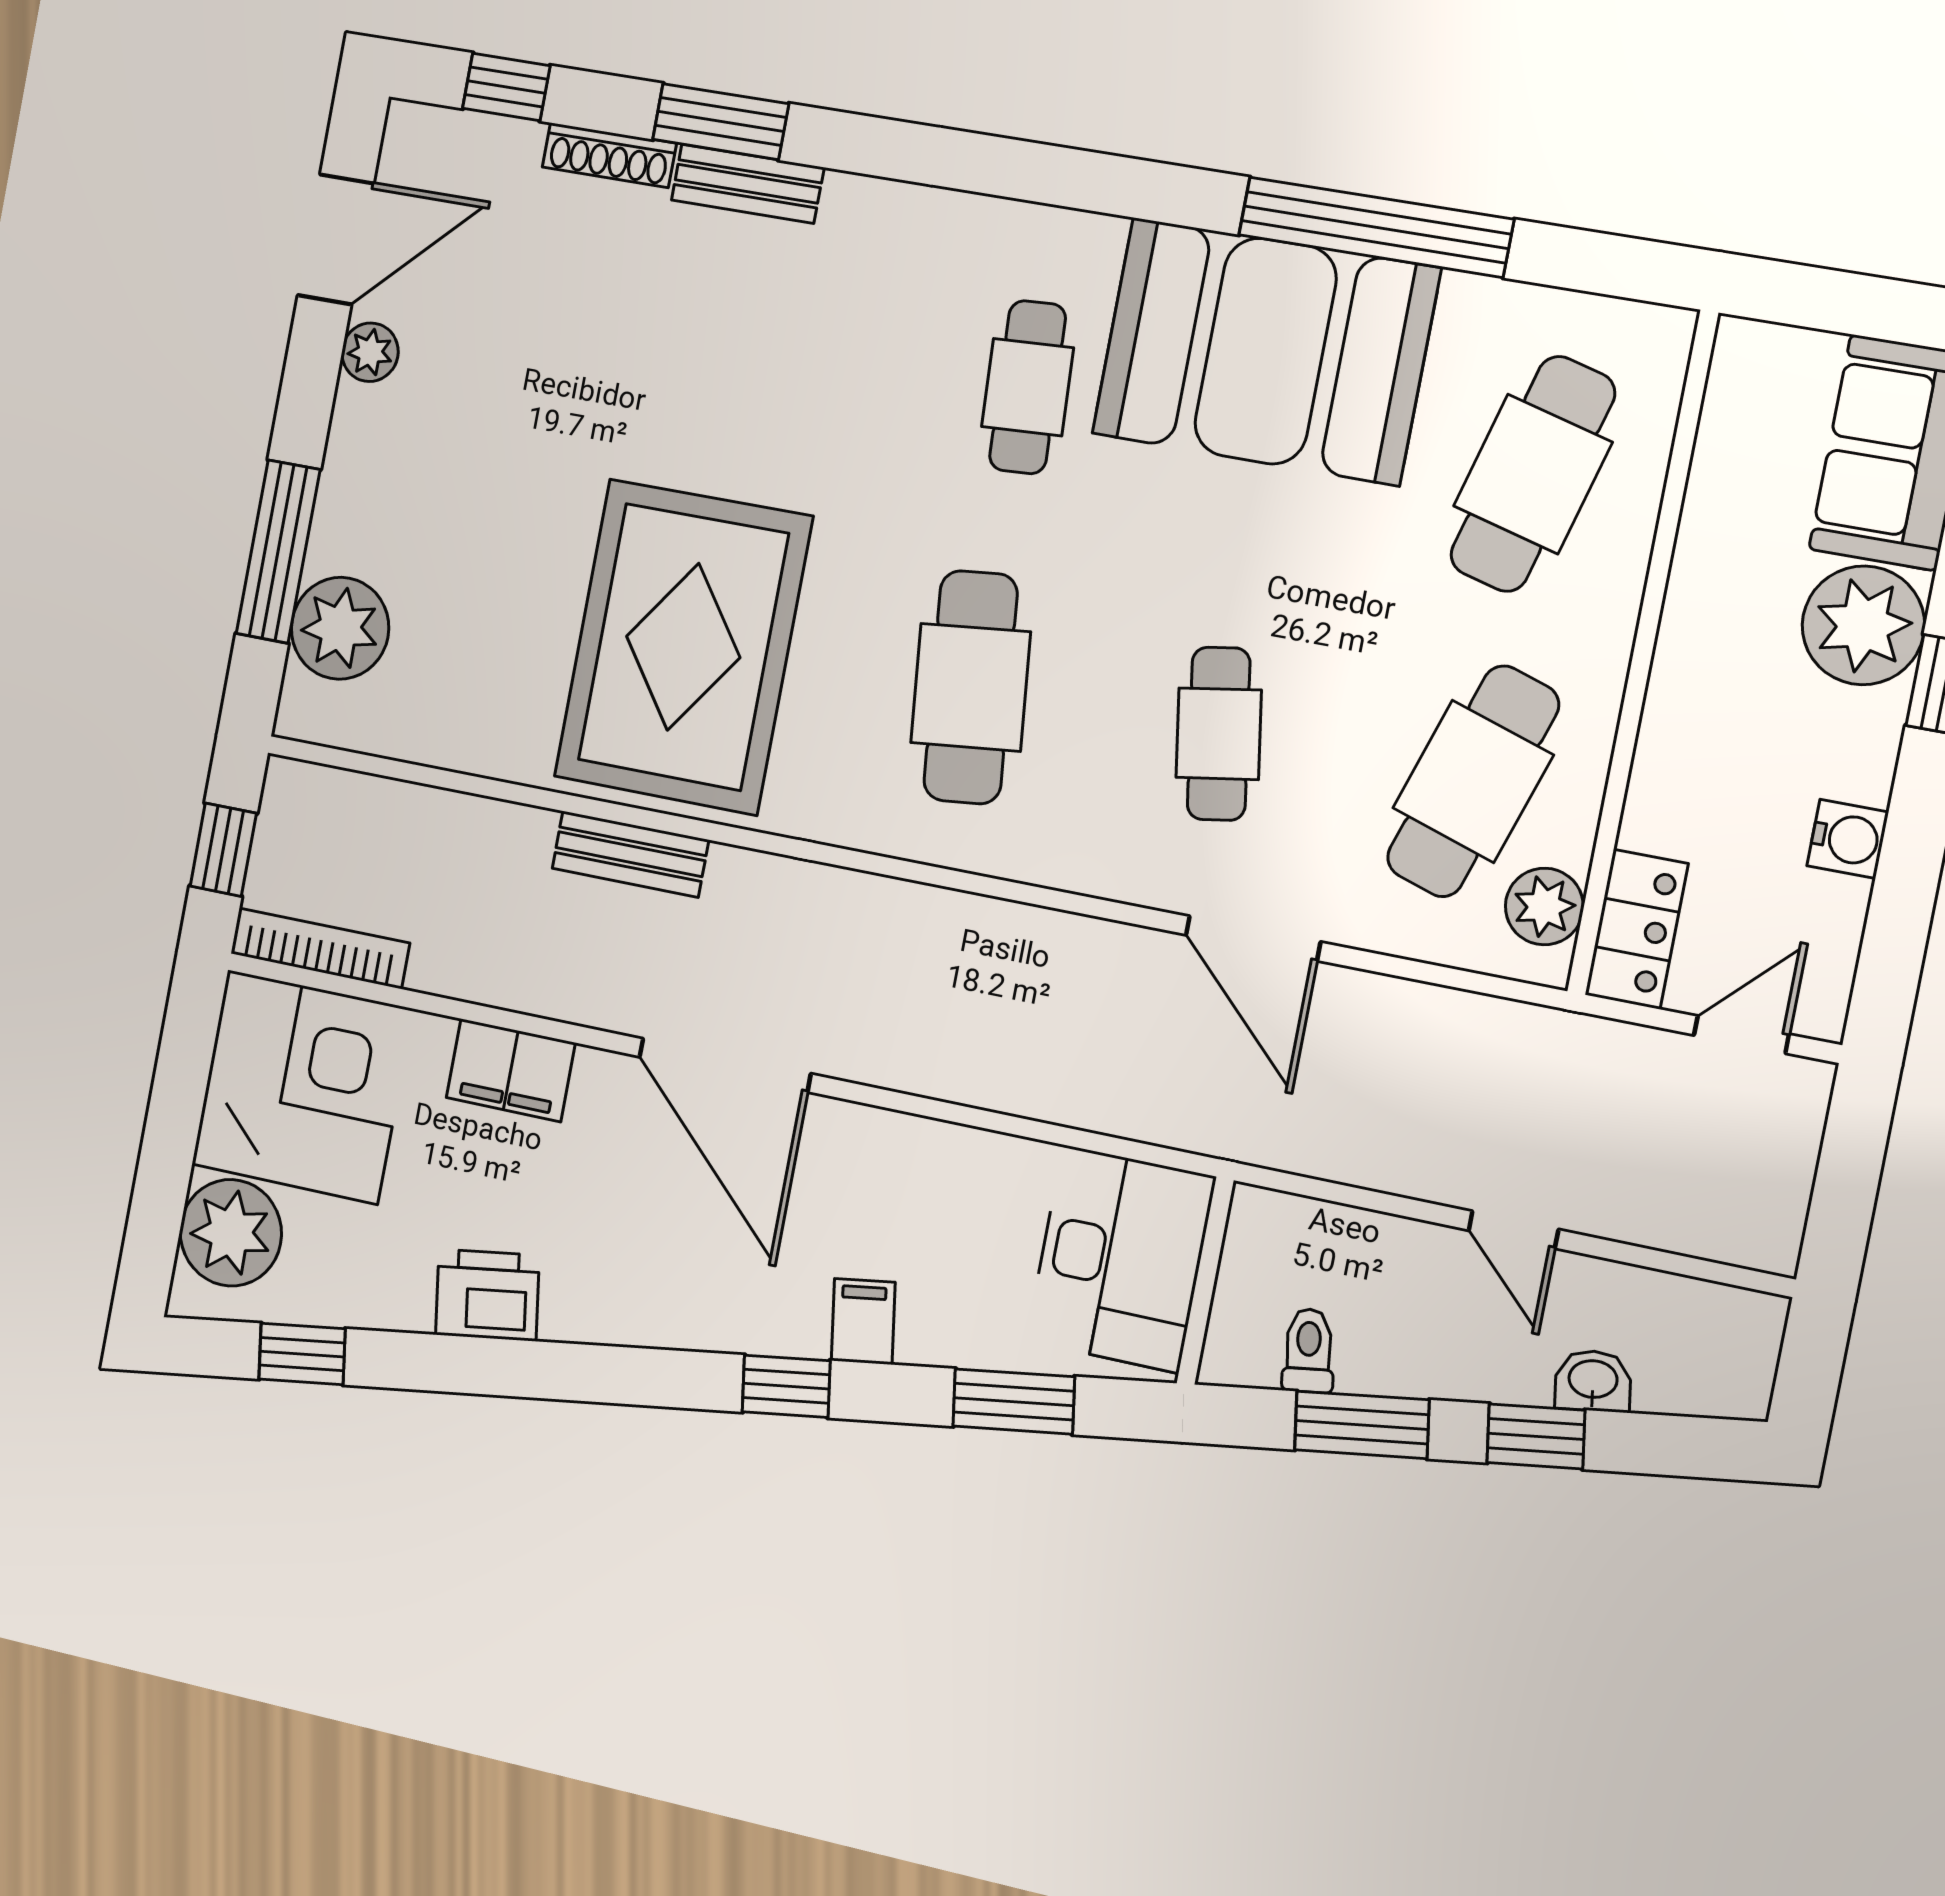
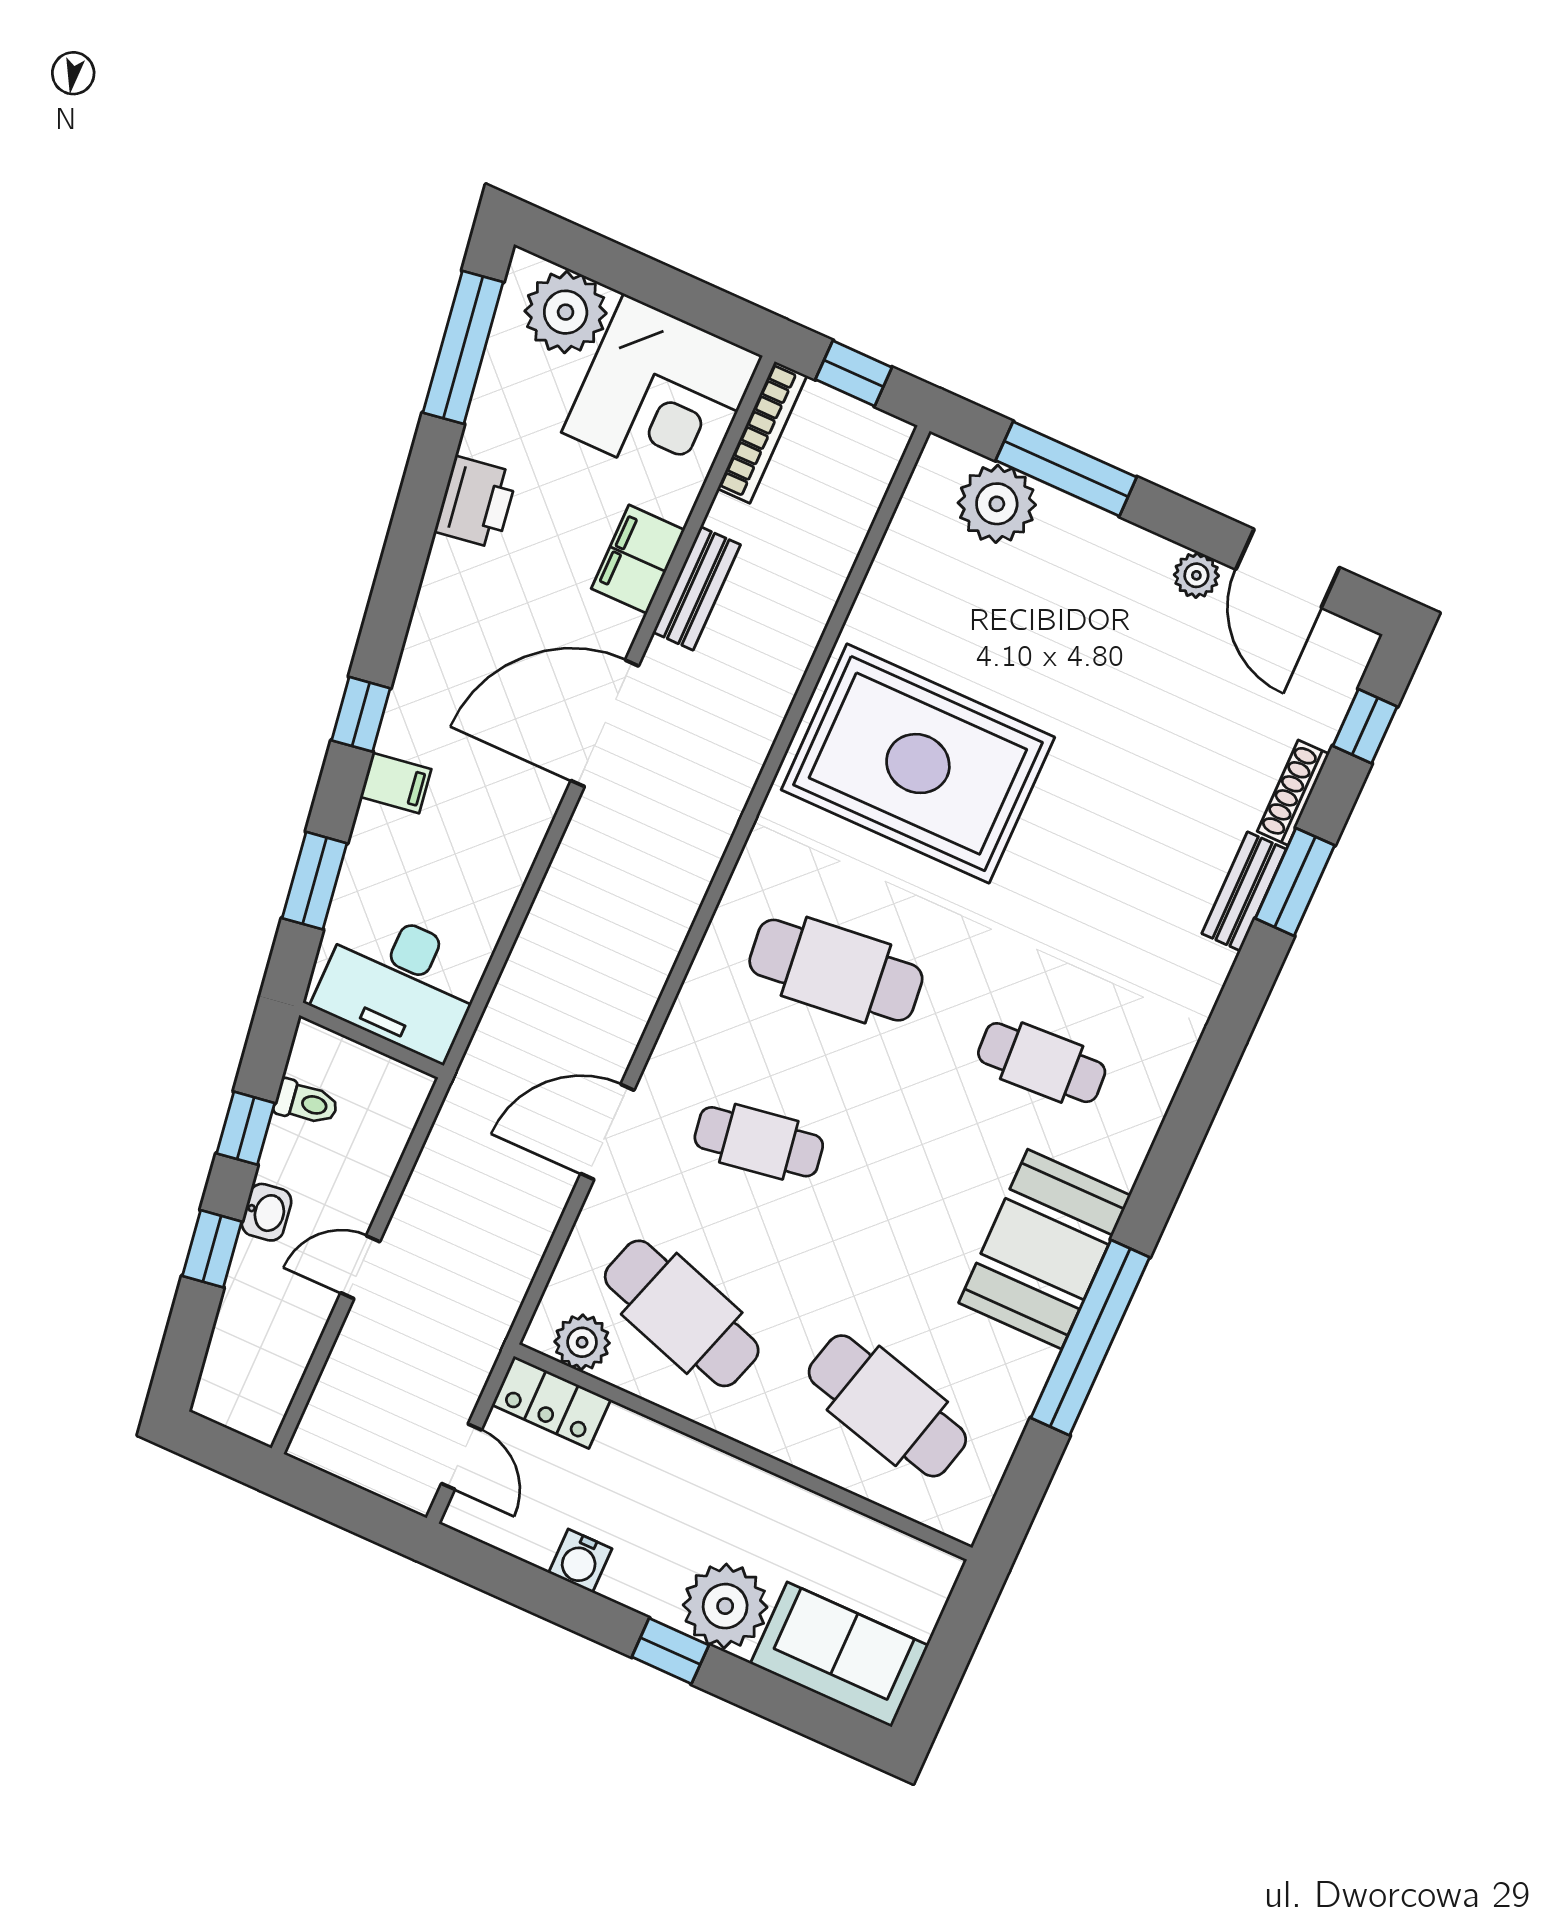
booth: (1266, 351) -> (1045, 1249), width x0.73, depth x0.70
bench: (630, 854) -> (697, 588), moved
window: (302, 1354) -> (463, 347), width x2.17
washbasin: (1593, 1381) -> (266, 1212), moved
window: (1362, 1425) -> (246, 1128), width x0.67

